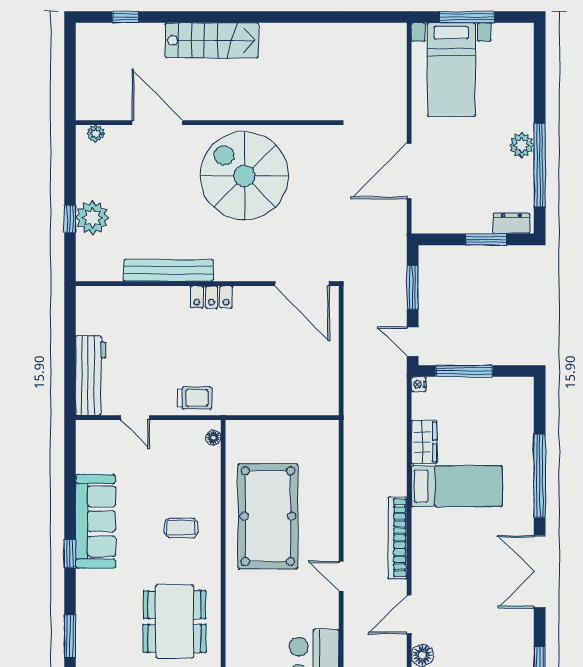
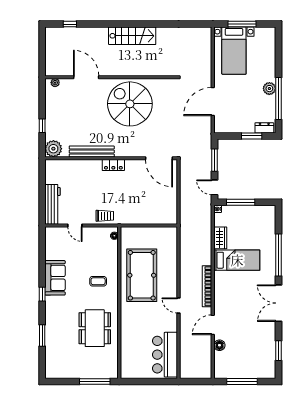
stairs: (212, 40) -> (132, 36), moved
plant: (92, 218) -> (53, 149), moved
sofa: (96, 521) -> (55, 278), width x0.73

